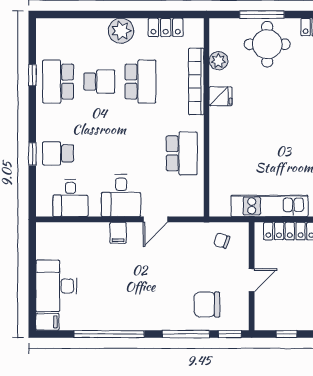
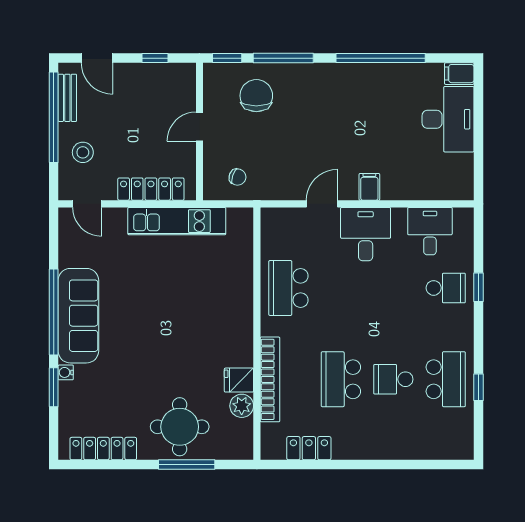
plant: (121, 31) -> (366, 444), removed
fridge: (221, 96) -> (239, 380), moved
chair: (207, 305) -> (256, 96), turned -90

